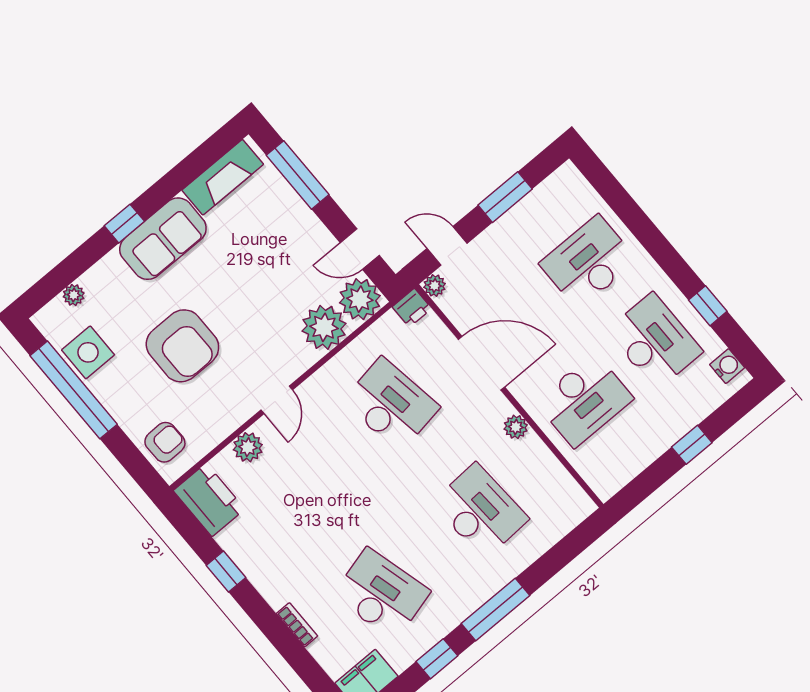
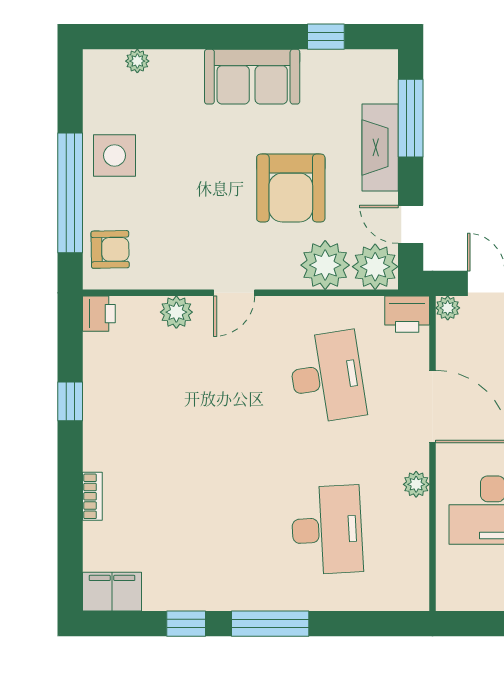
fireplace: (223, 177) -> (380, 147), moved, turned 90
window: (124, 224) -> (326, 37), moved
printer: (412, 308) -> (407, 314), width x1.36, depth x1.24
armchair: (182, 346) -> (291, 188), moved
side table: (88, 352) -> (115, 155), moved
window: (74, 390) -> (70, 193), moved
printer: (209, 500) -> (99, 314), width x0.53, depth x0.68
desk: (381, 594) -> (185, 530), removed

